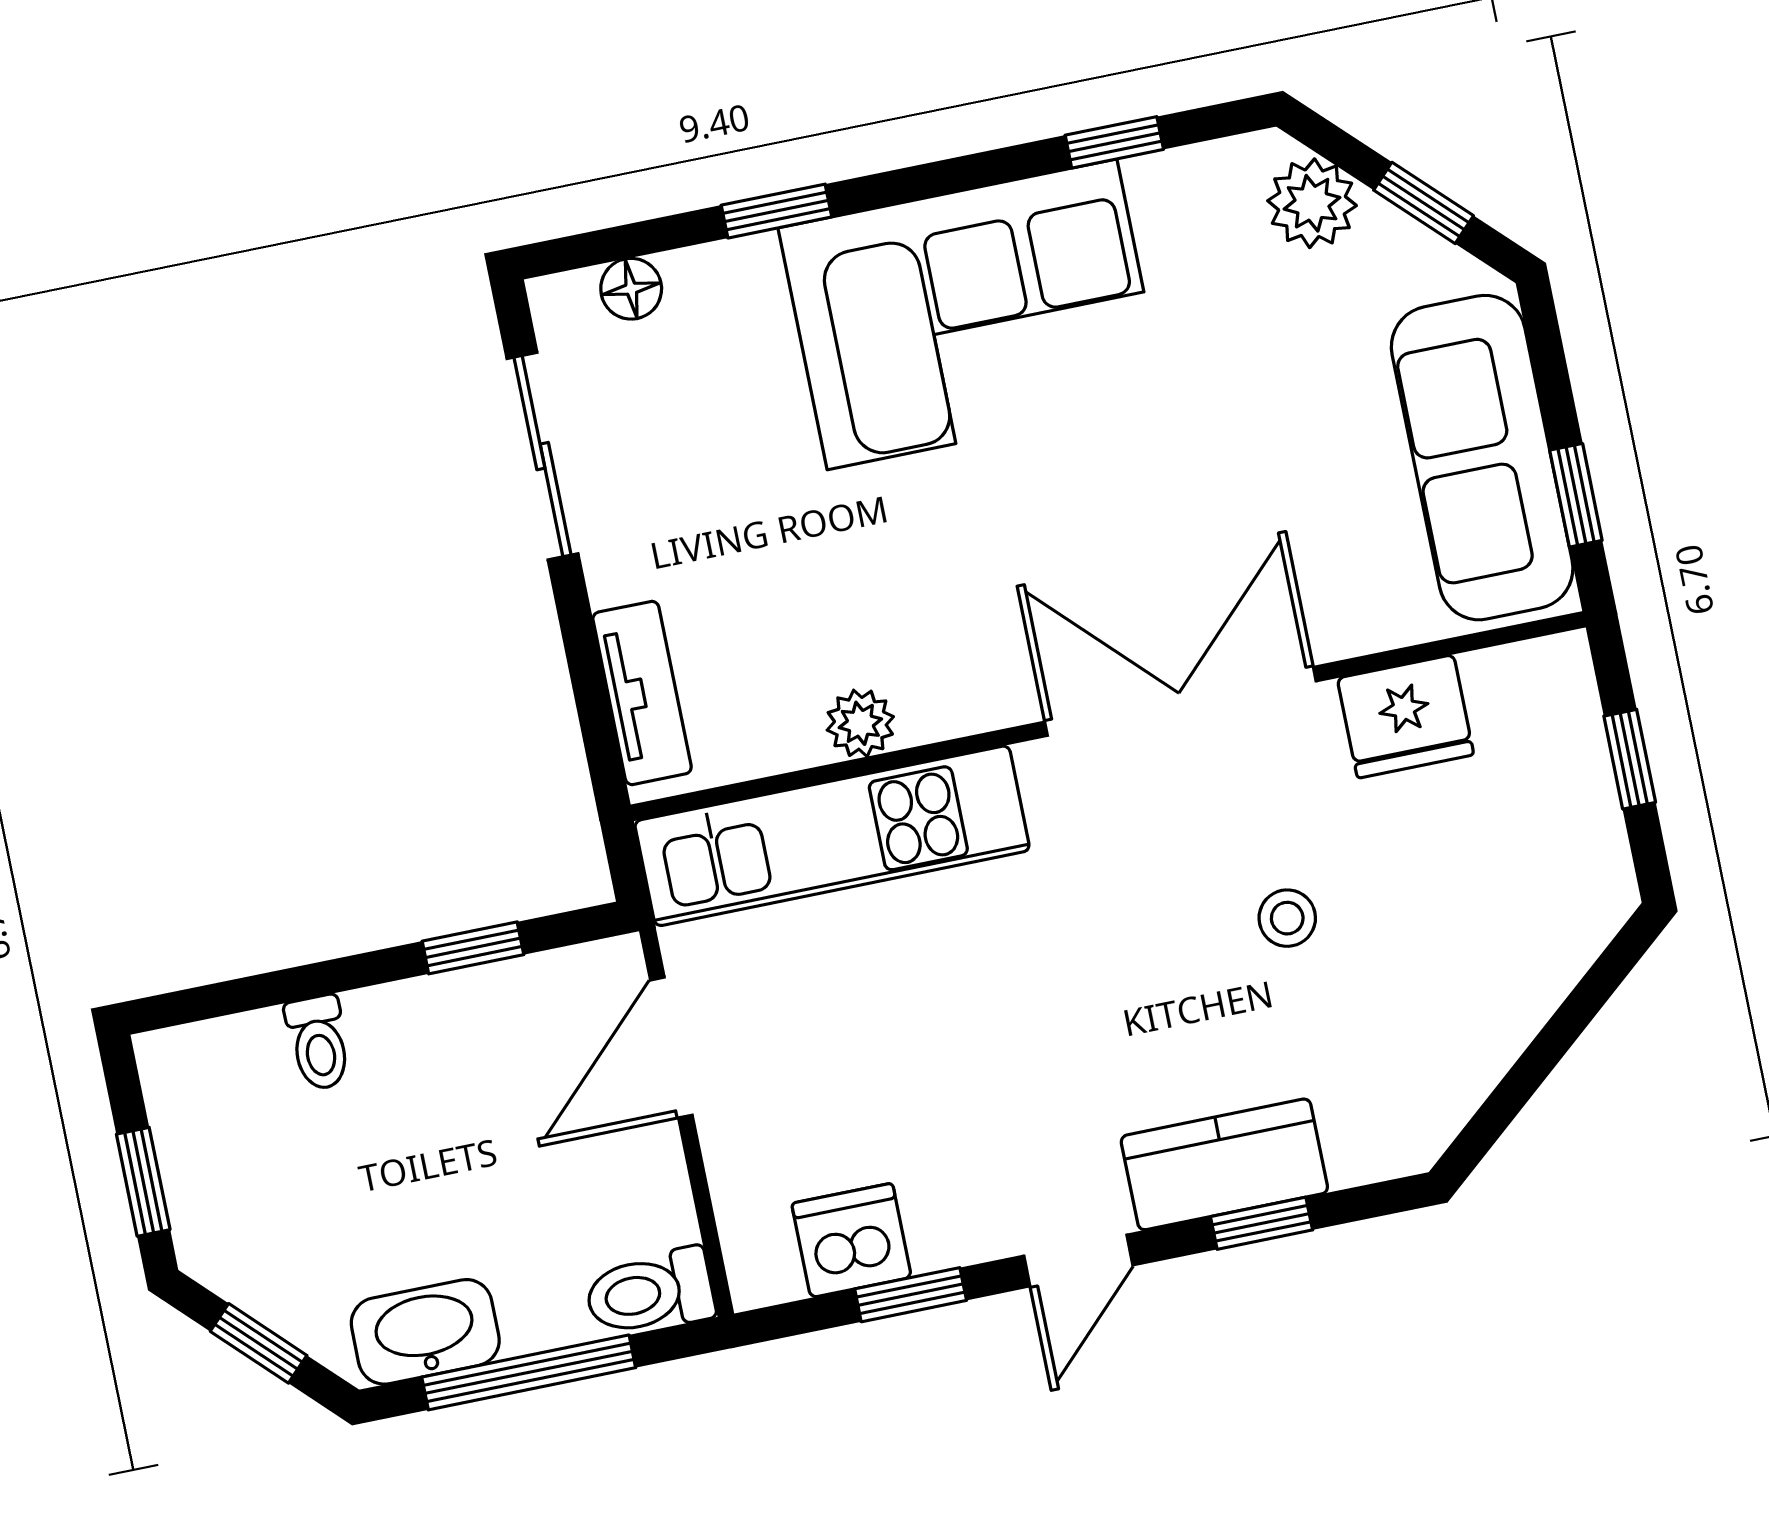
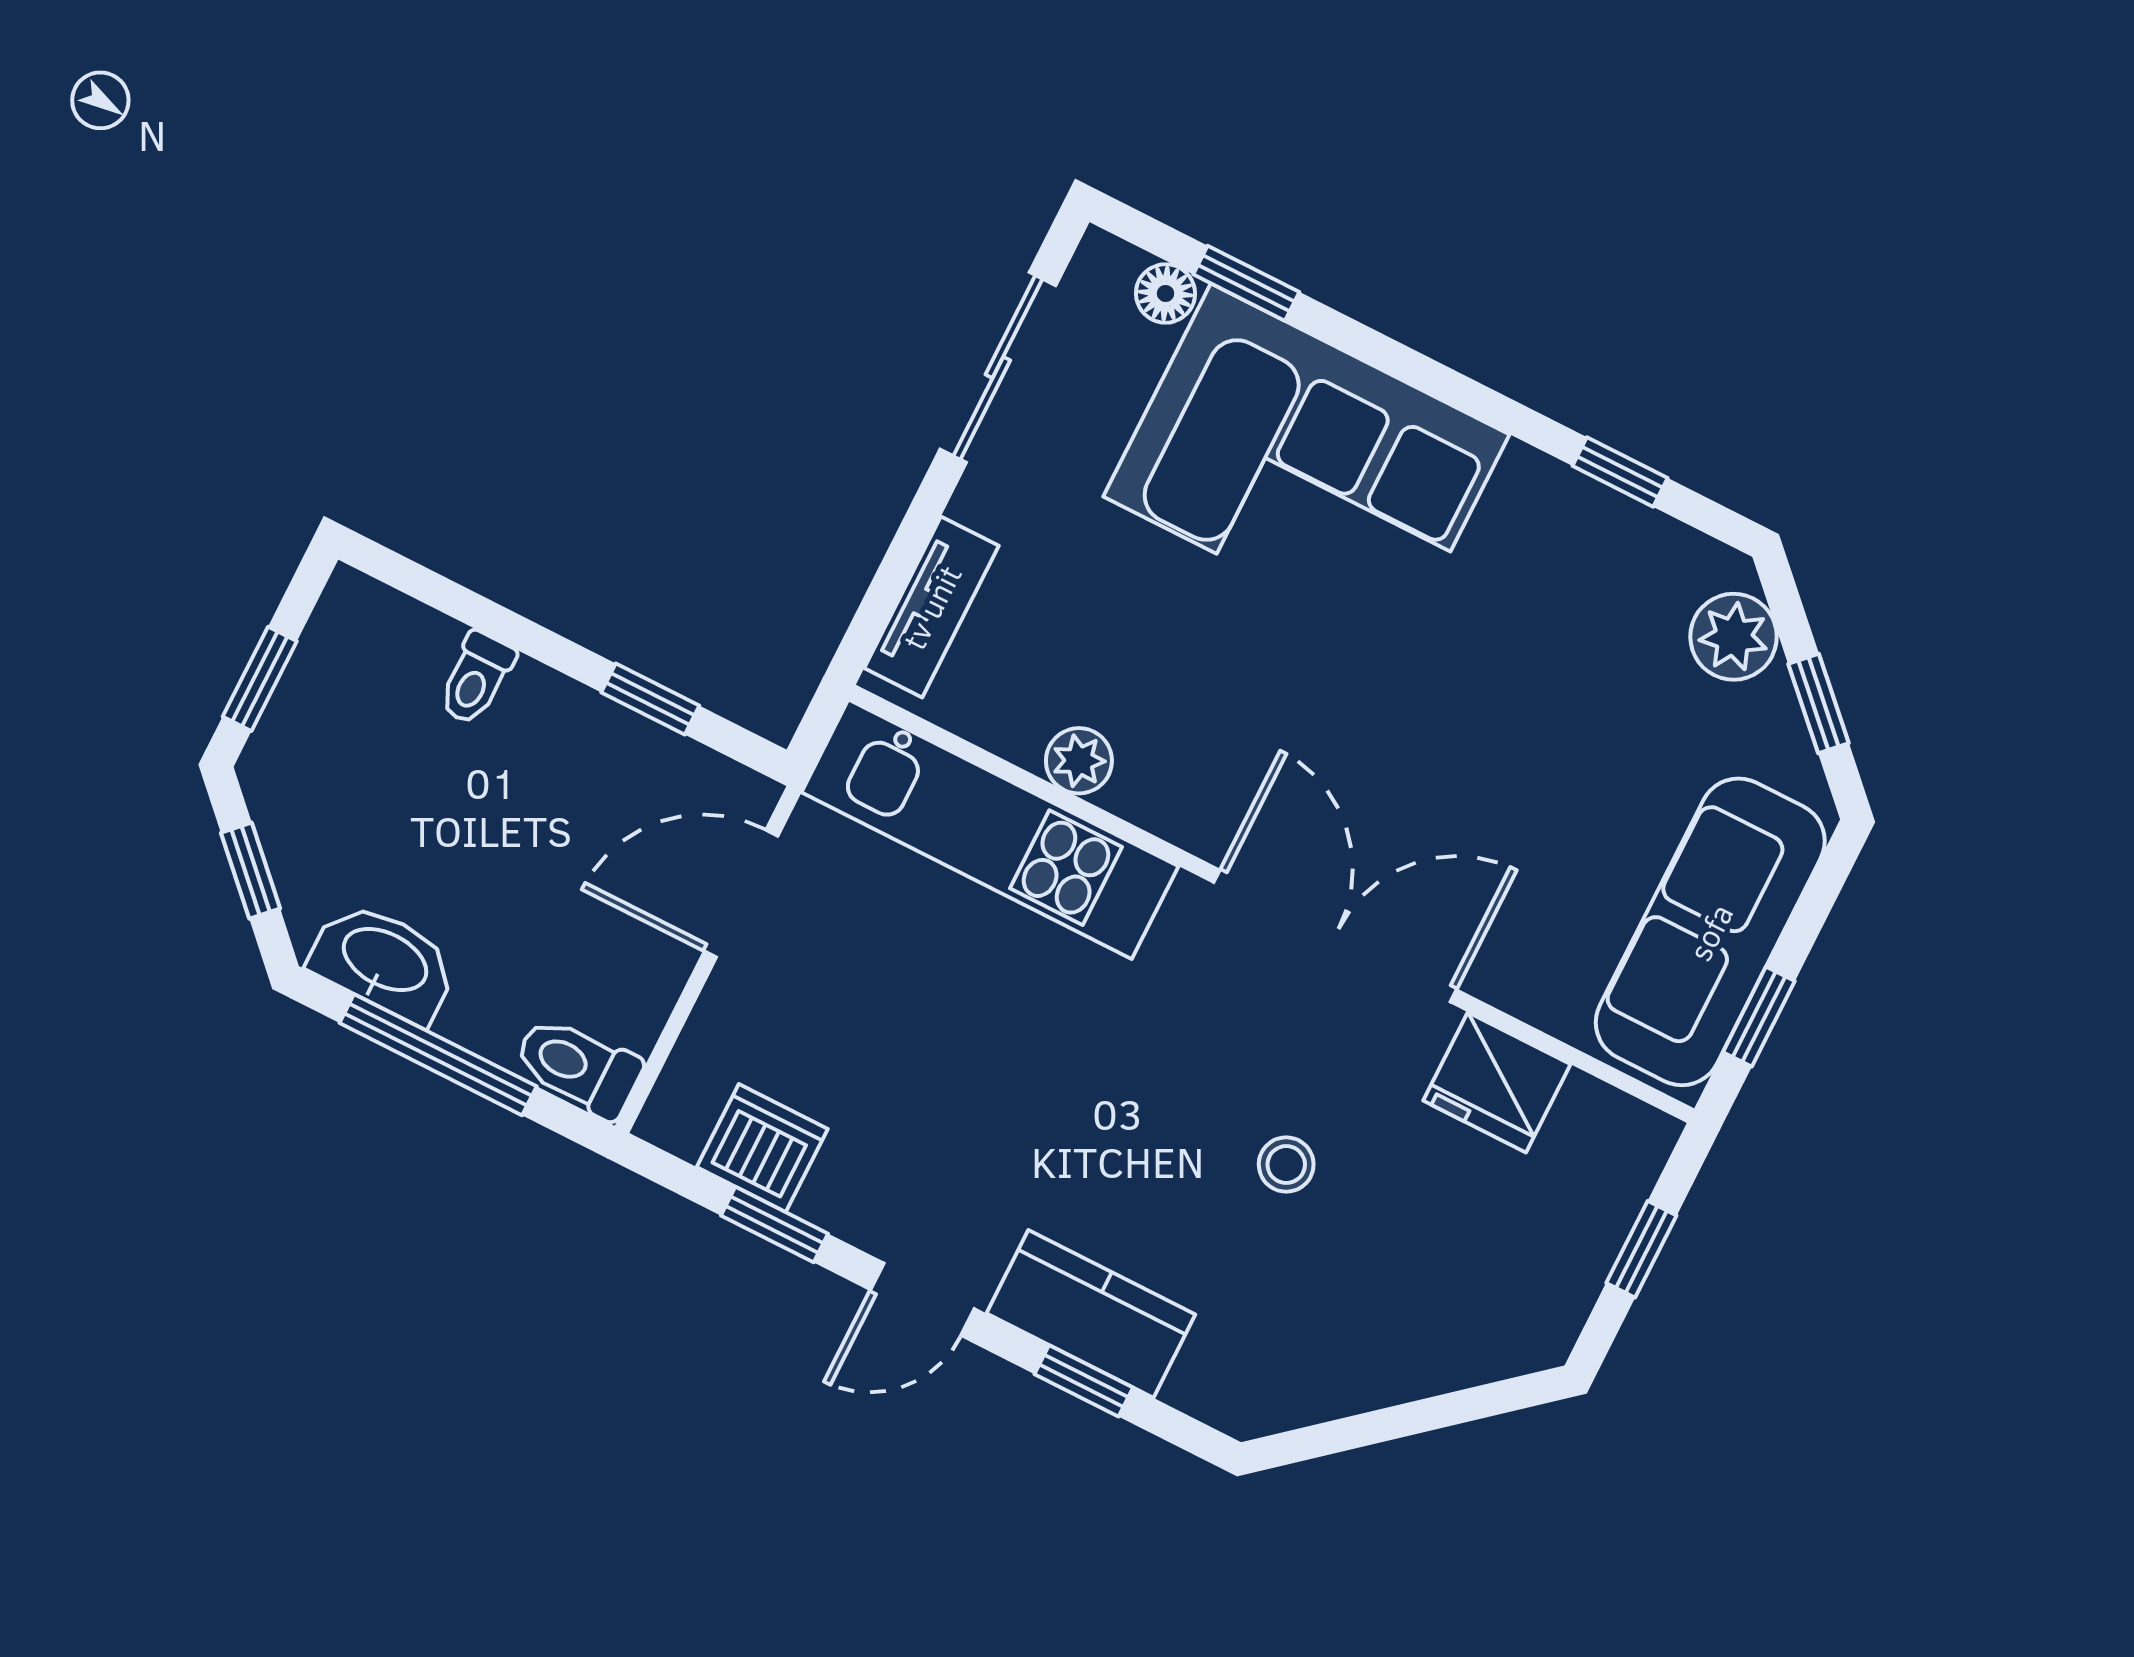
window: (776, 211) -> (1246, 283), moved
corner sofa: (972, 314) -> (1306, 465), moved

